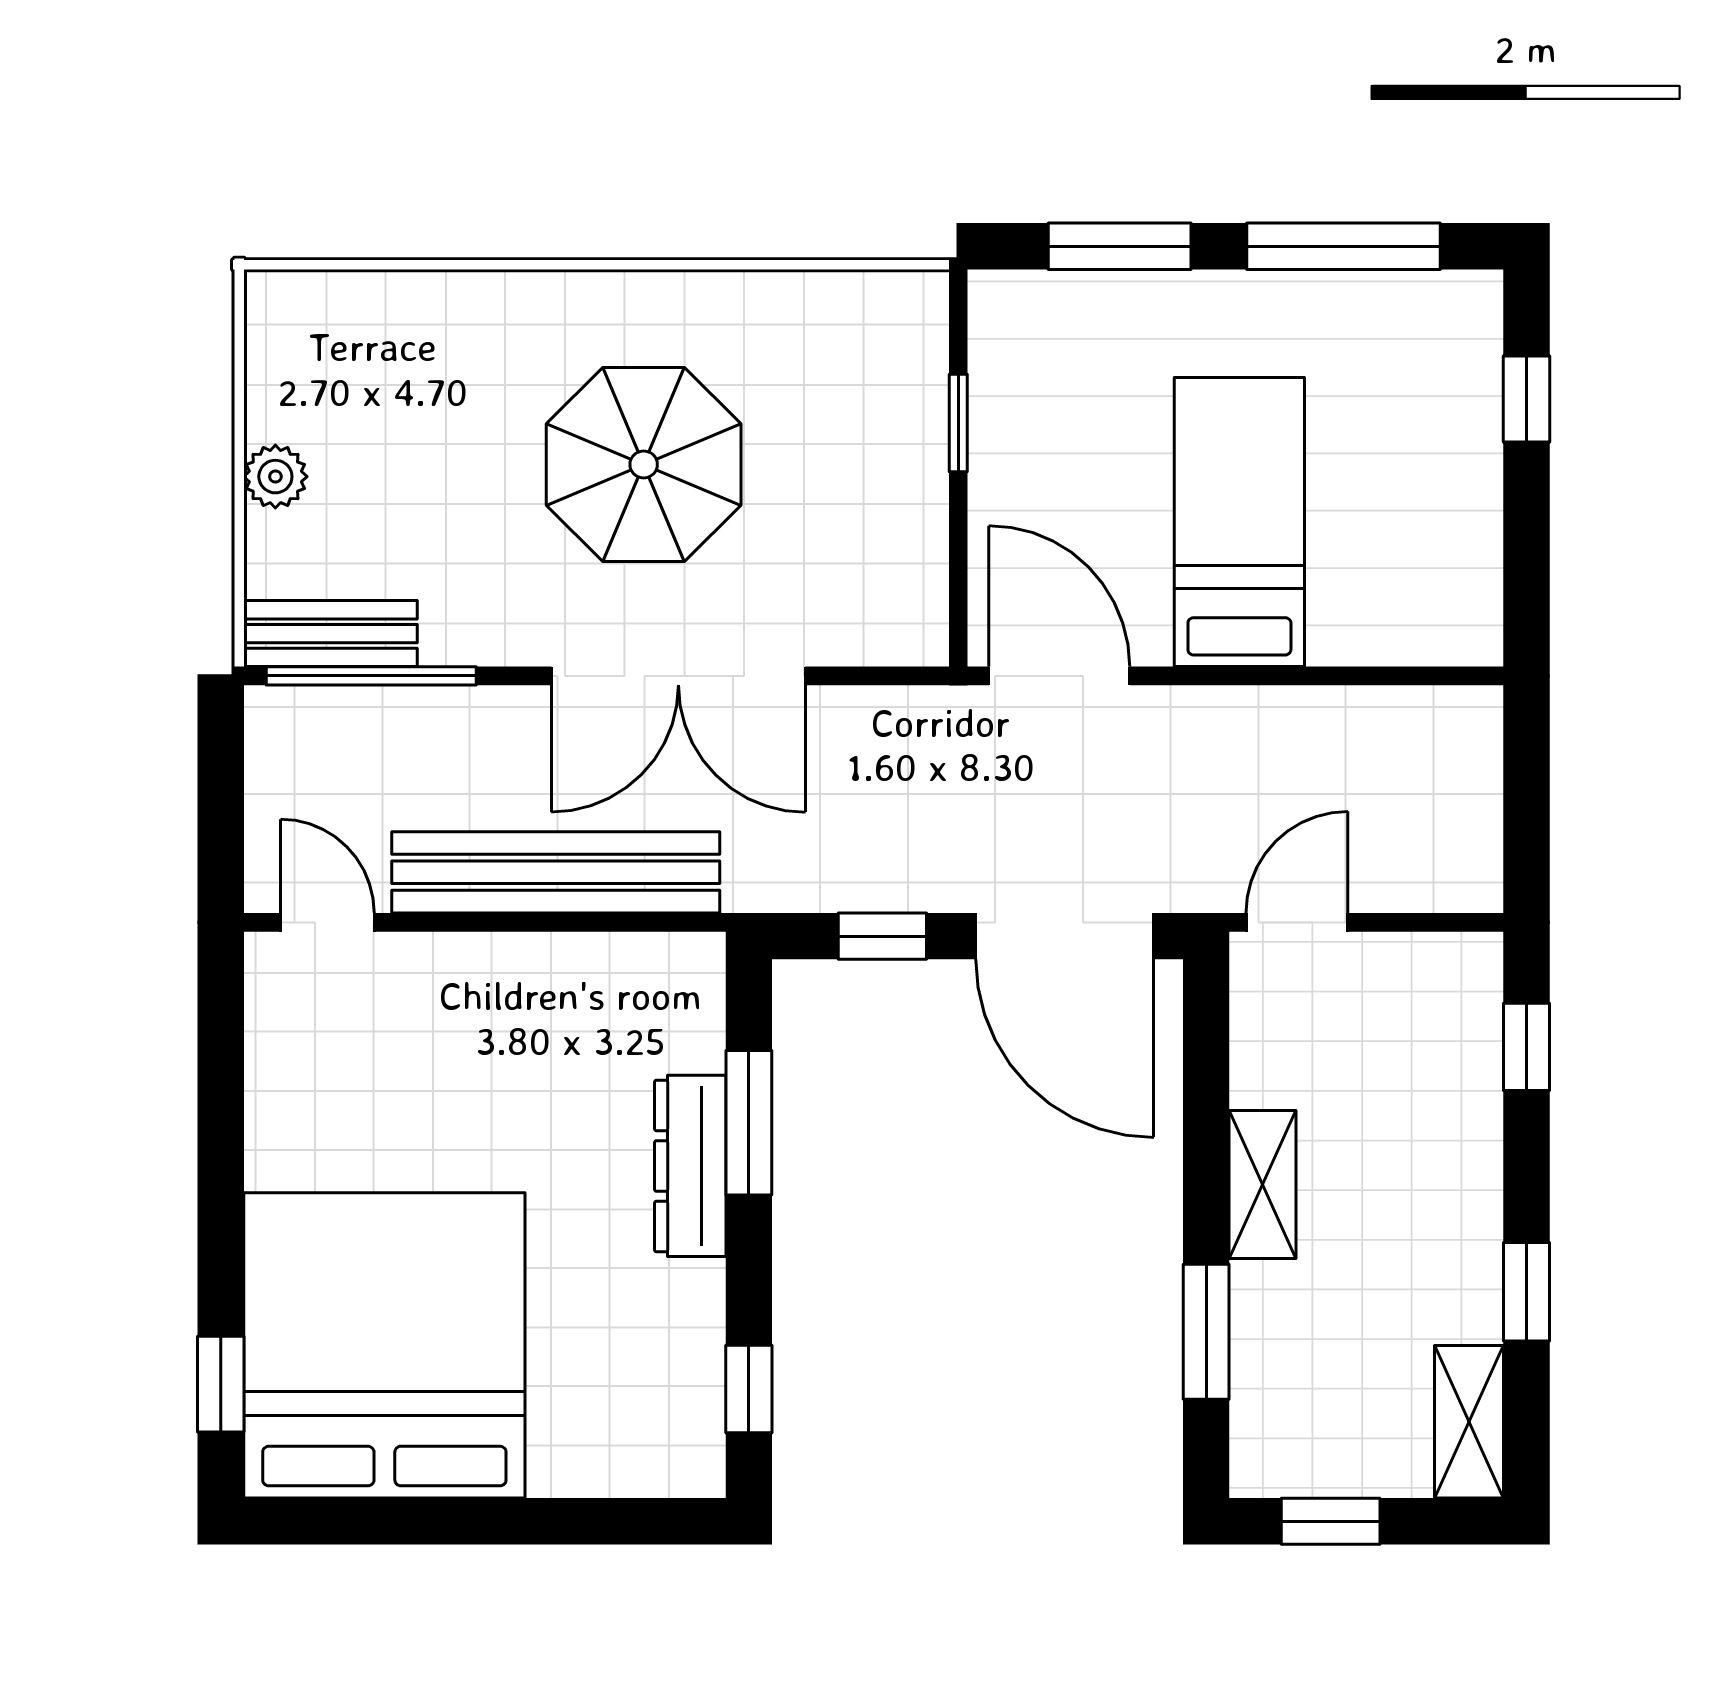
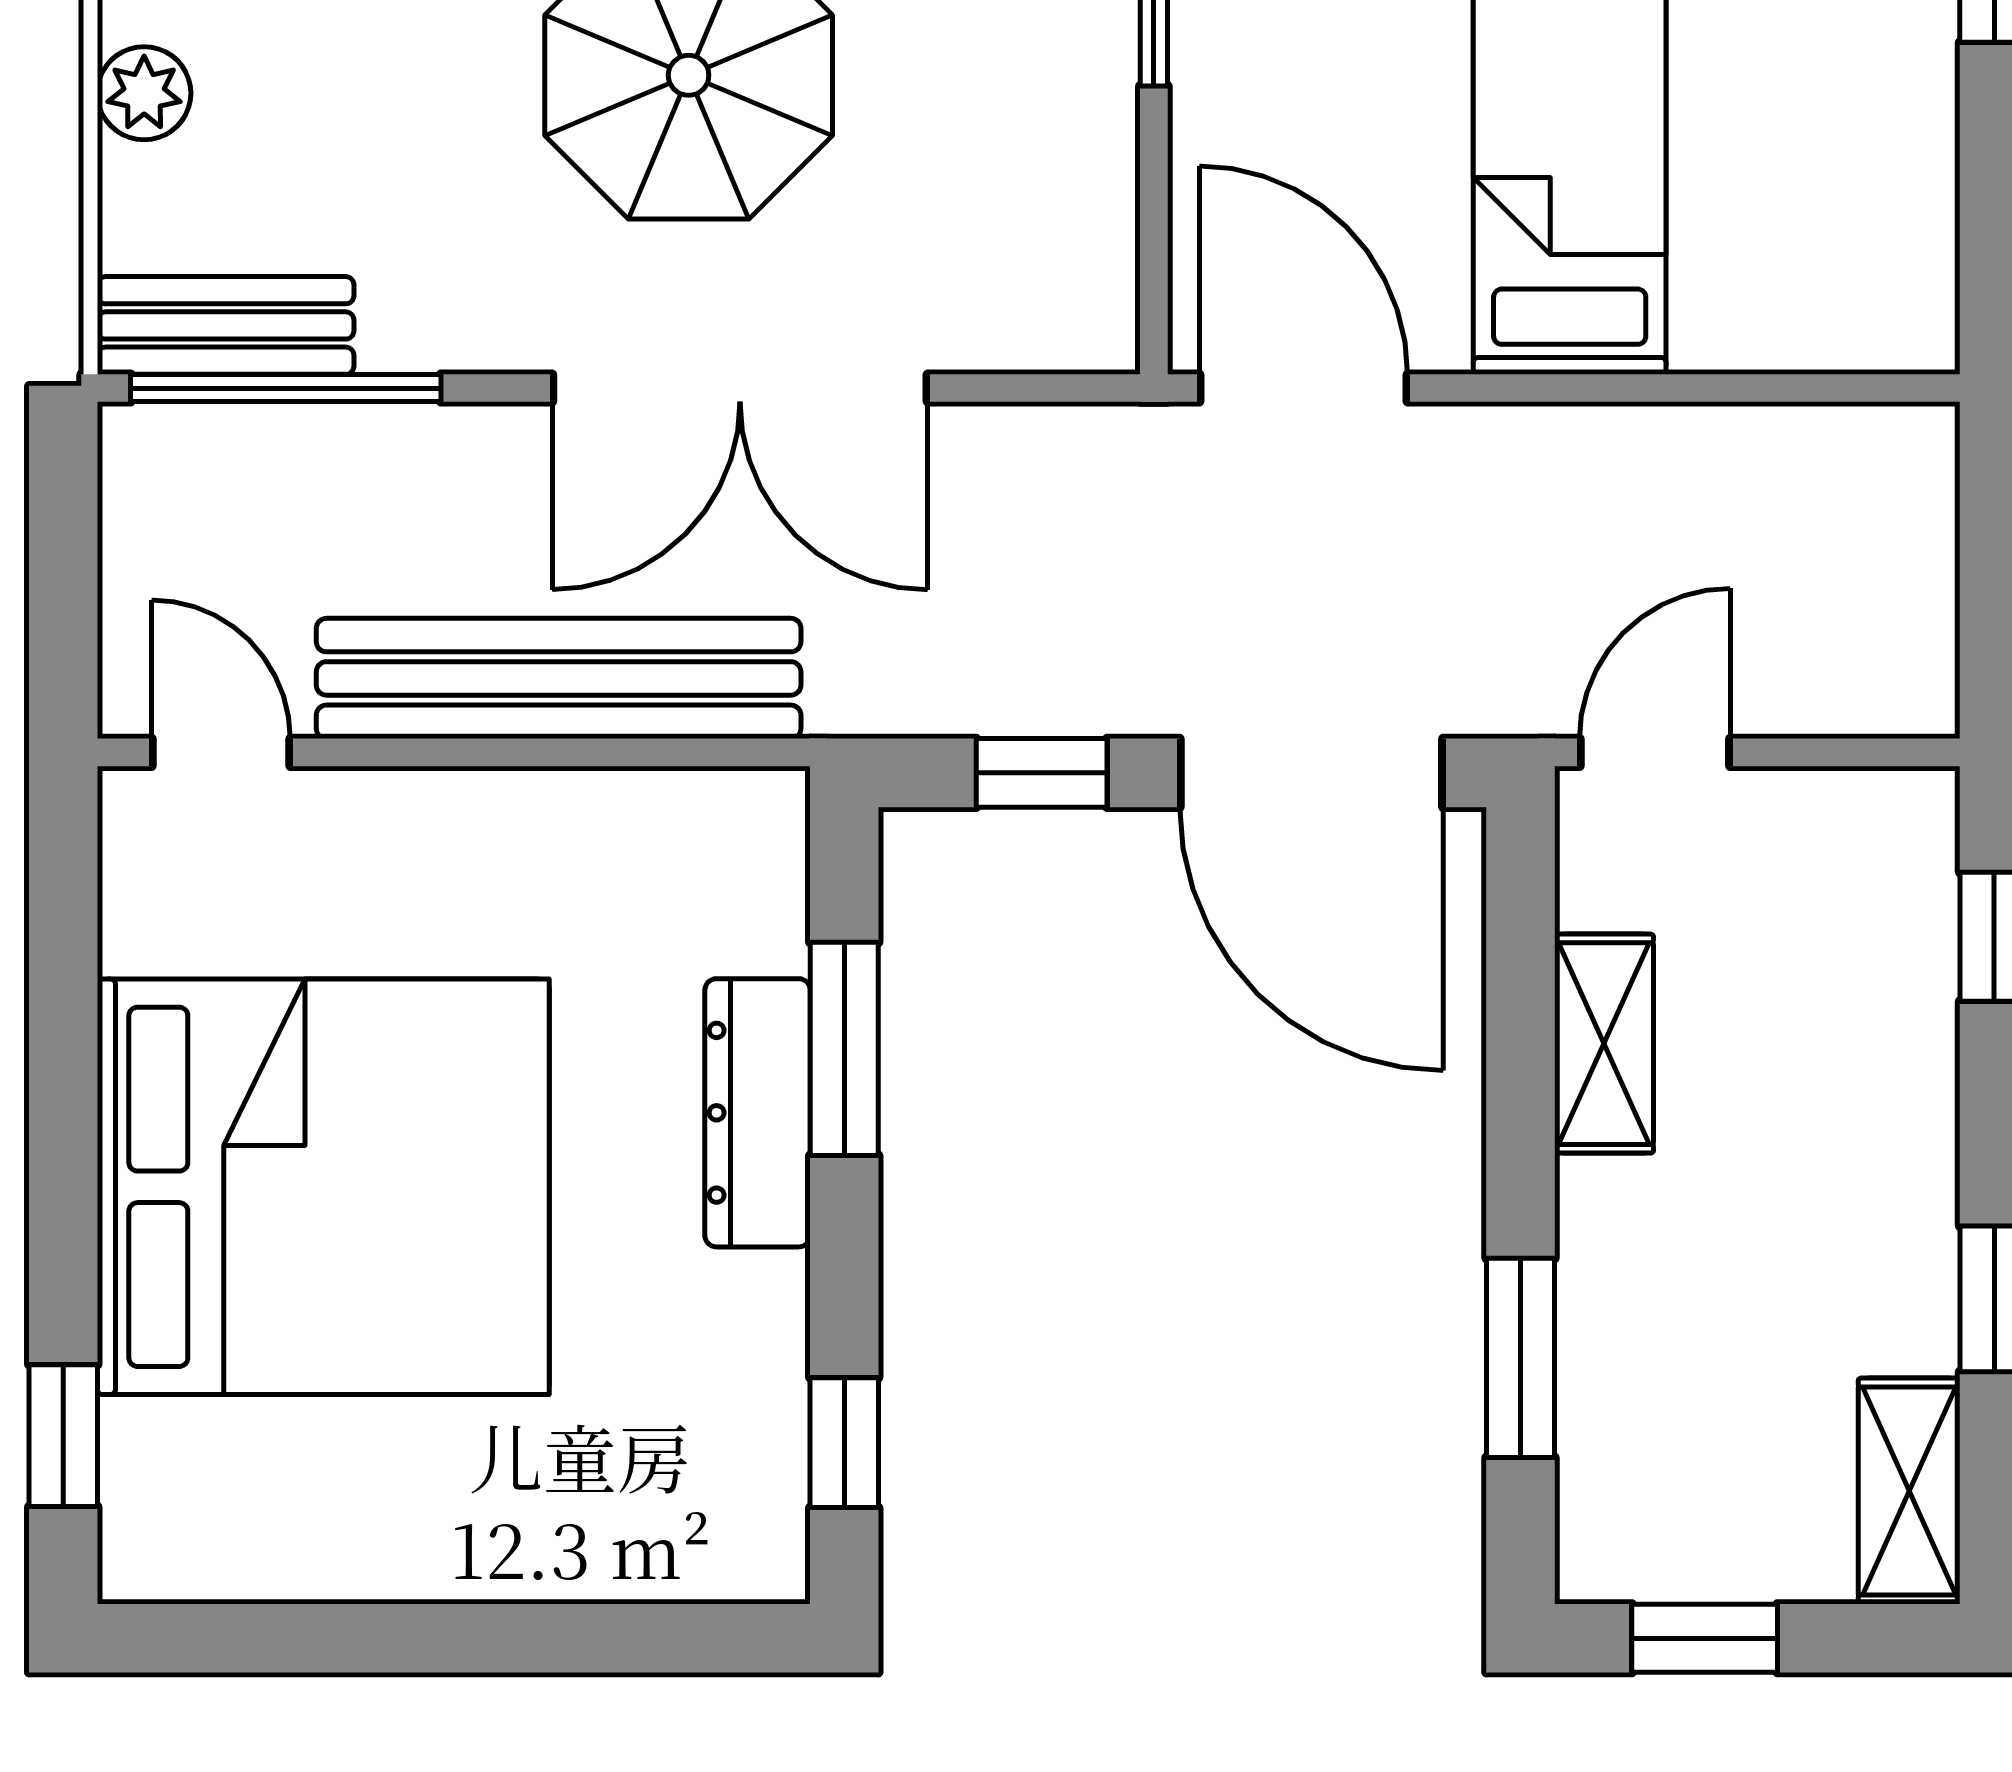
shelving: (1263, 1184) -> (1604, 1044), moved
bed: (384, 1345) -> (323, 1187), moved, turned 90

